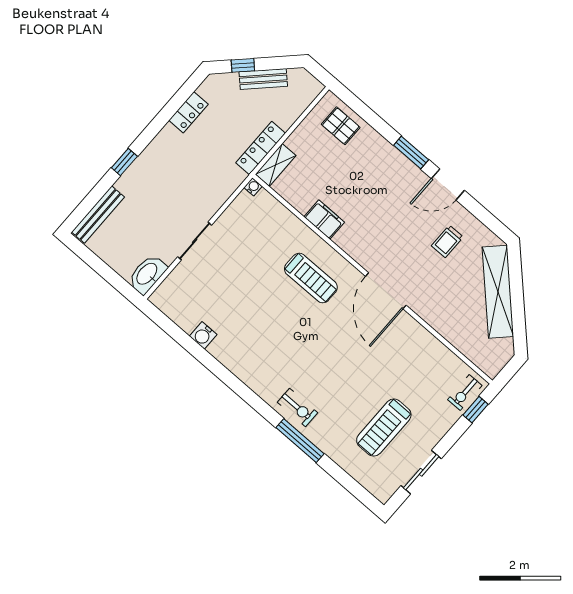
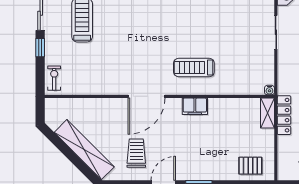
filing cabinet: (324, 219) -> (195, 106), moved
trolley: (447, 241) -> (136, 153), width x1.36, depth x1.39
door: (386, 291) -> (147, 96), swing flipped
window: (475, 410) -> (40, 48), moved

